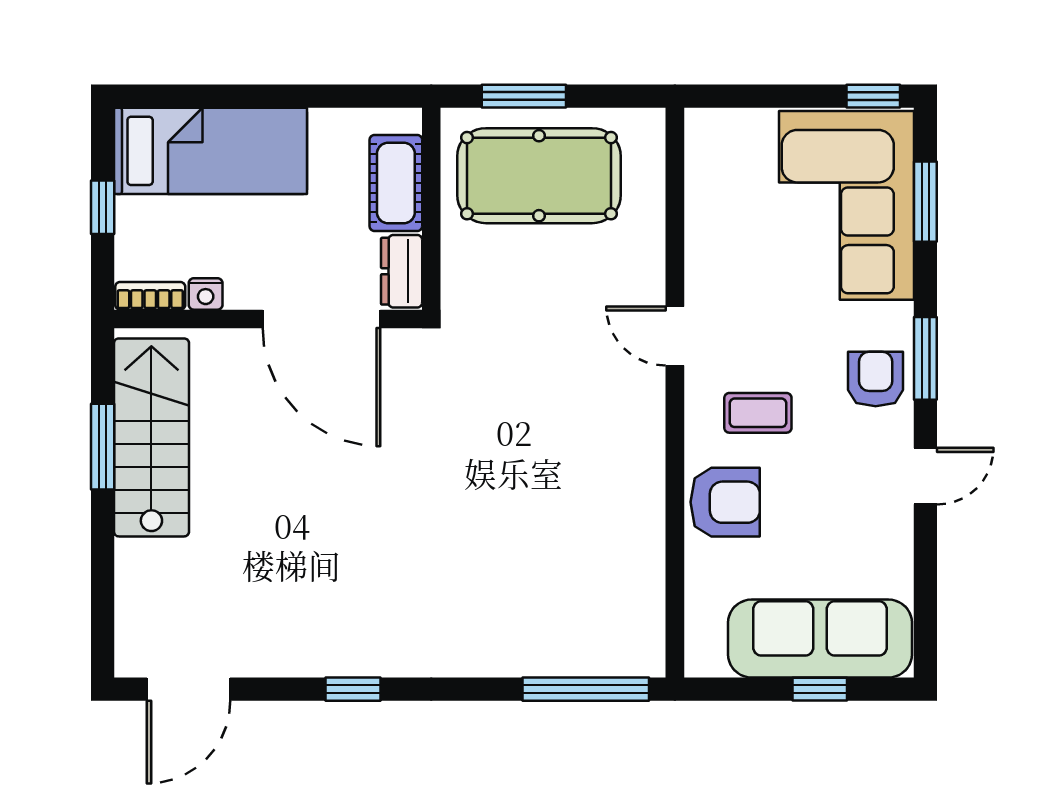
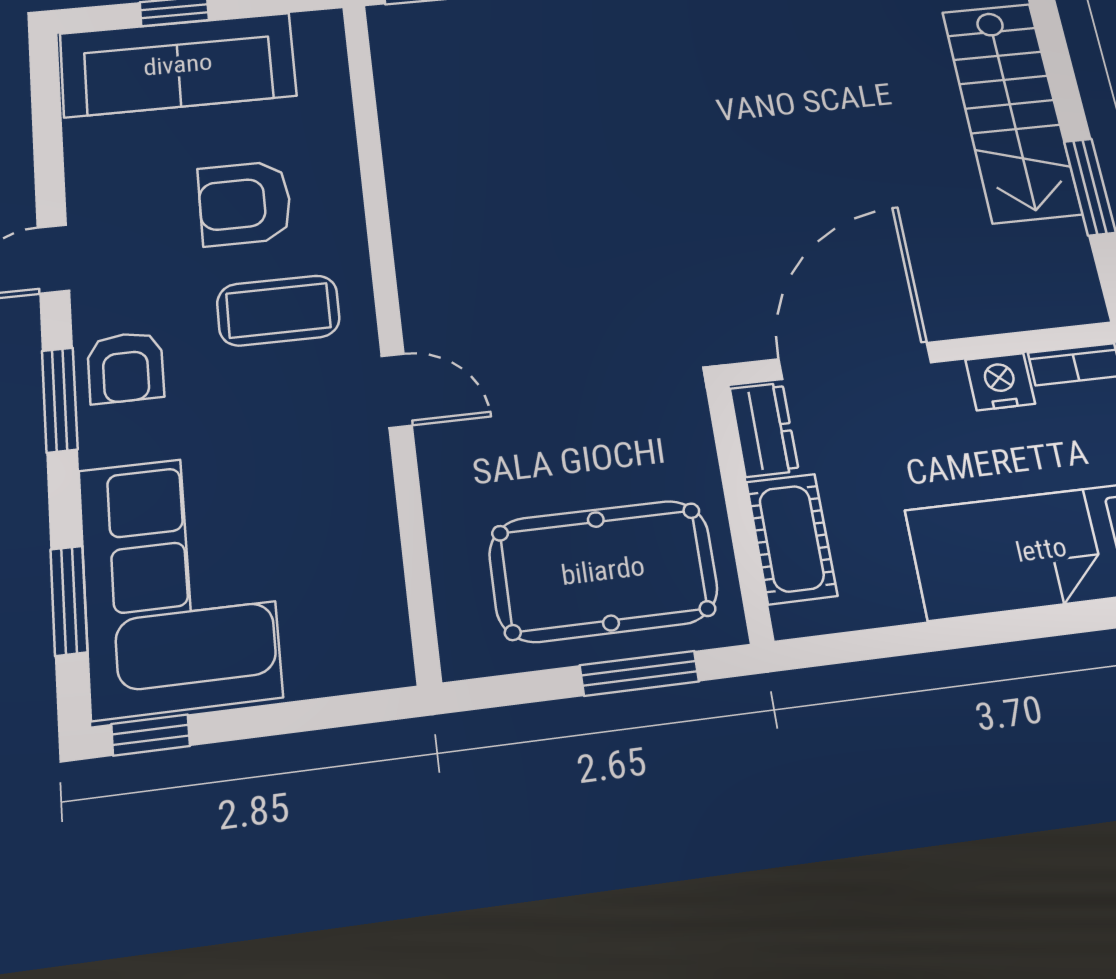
nightstand: (206, 294) -> (1000, 382), width x1.39, depth x1.35
door: (322, 319) -> (855, 361), hinge flipped
coffee table: (758, 413) -> (278, 310), width x1.36, depth x1.30
stairs: (151, 437) -> (1011, 112), moved
armchair: (725, 502) -> (245, 203), moved

